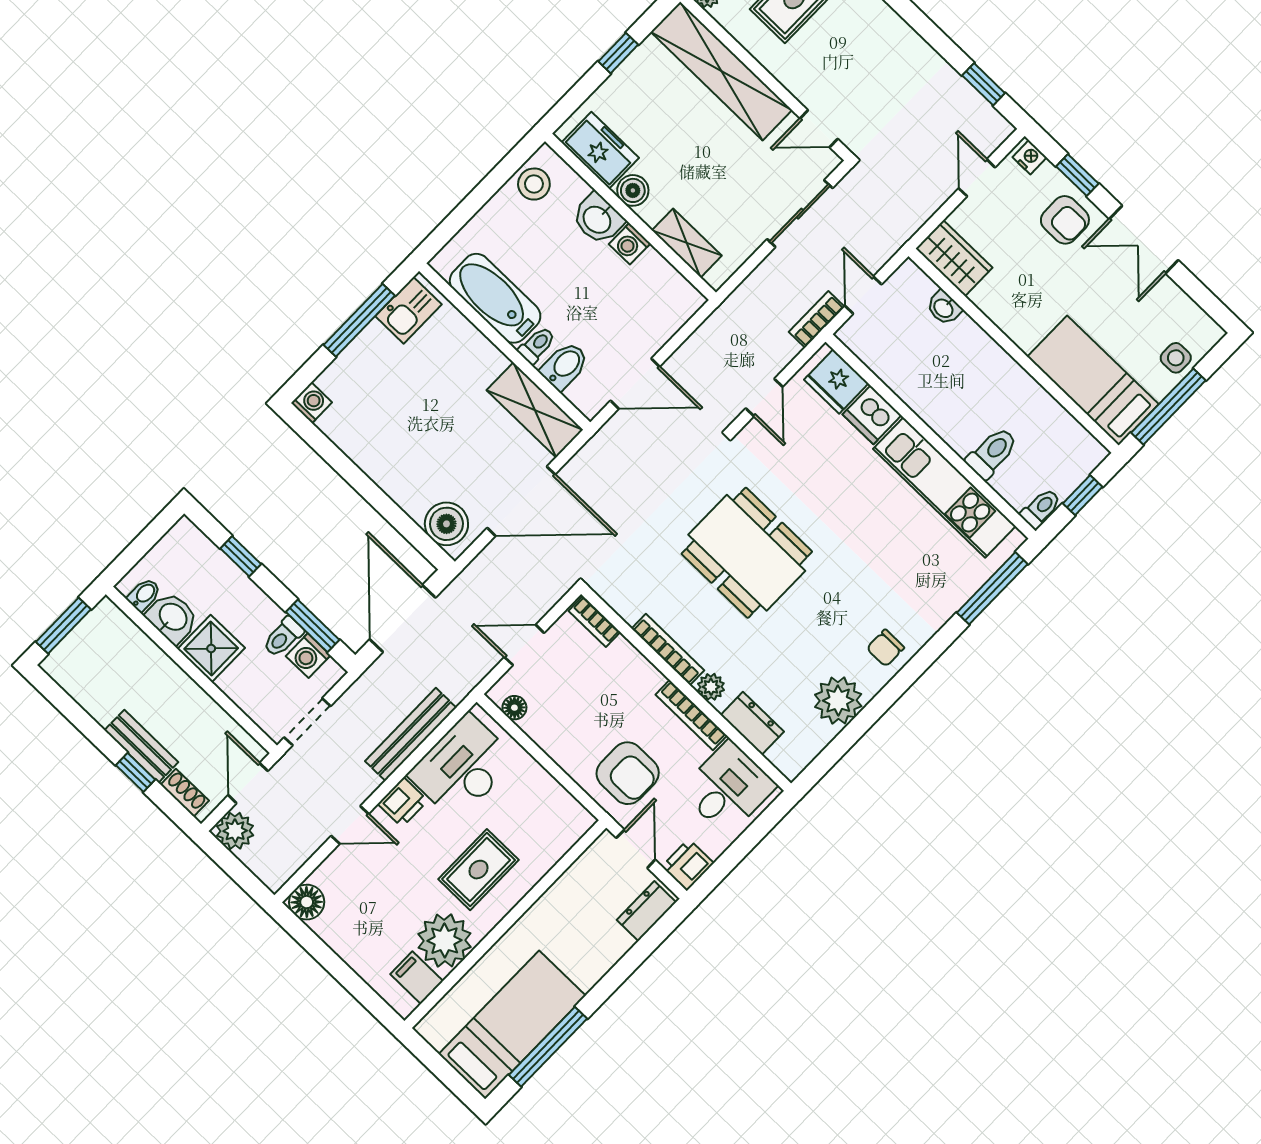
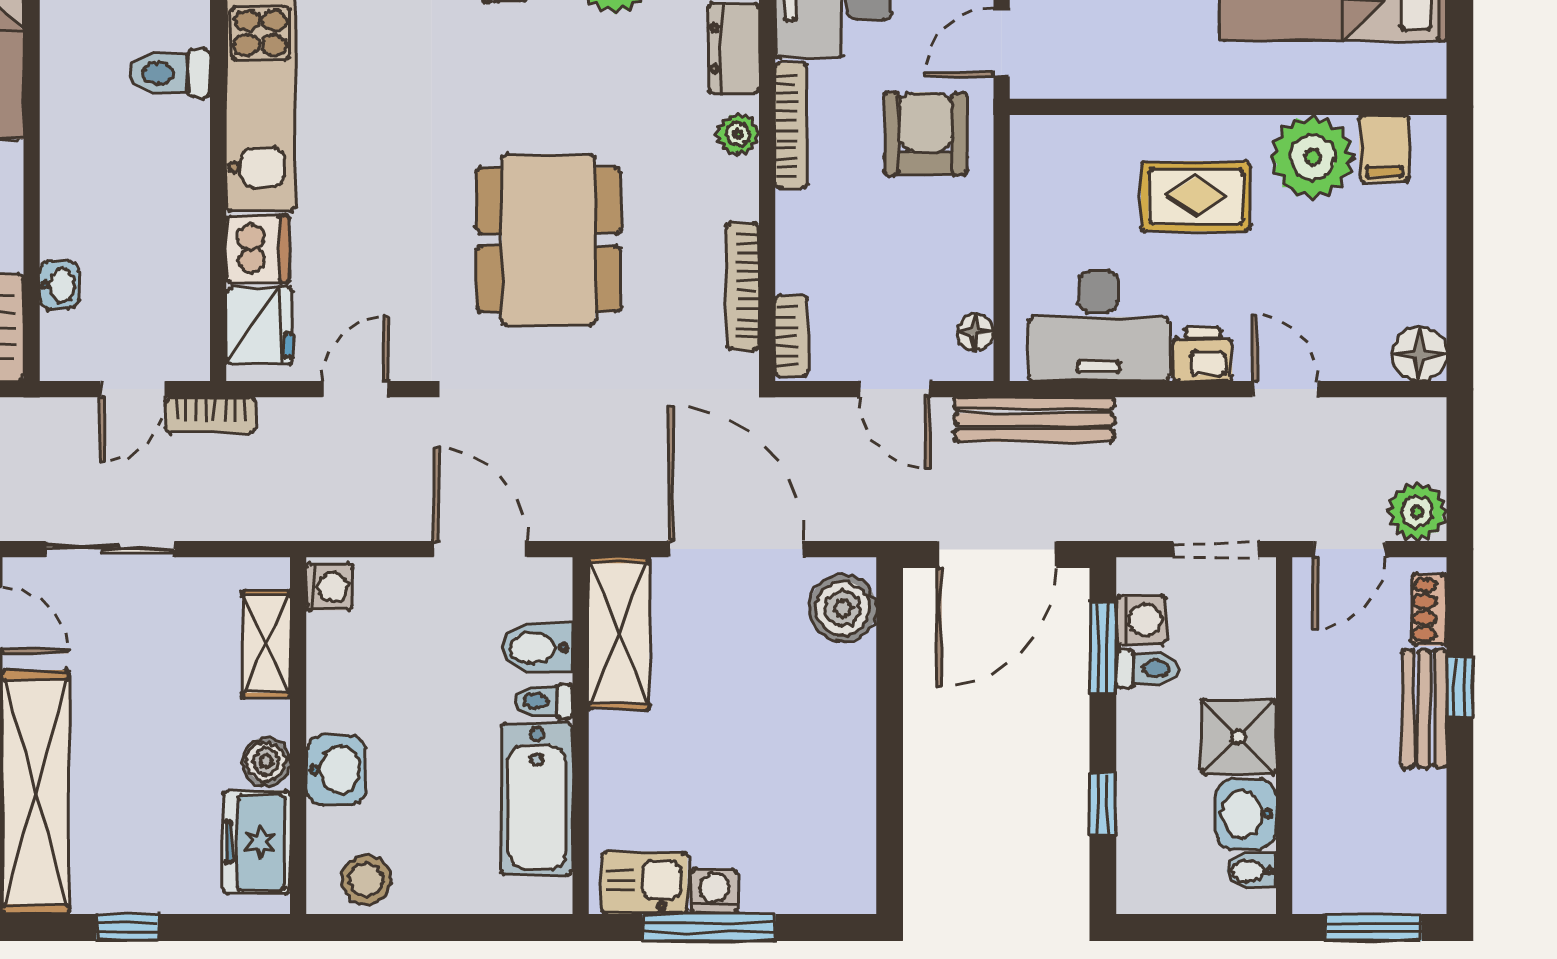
washing machine: (630, 244) -> (329, 587), moved
washing machine: (312, 403) -> (714, 891), moved, turned 90
bookcase: (668, 649) -> (743, 286), moved
bench: (411, 734) -> (1034, 420), moved

